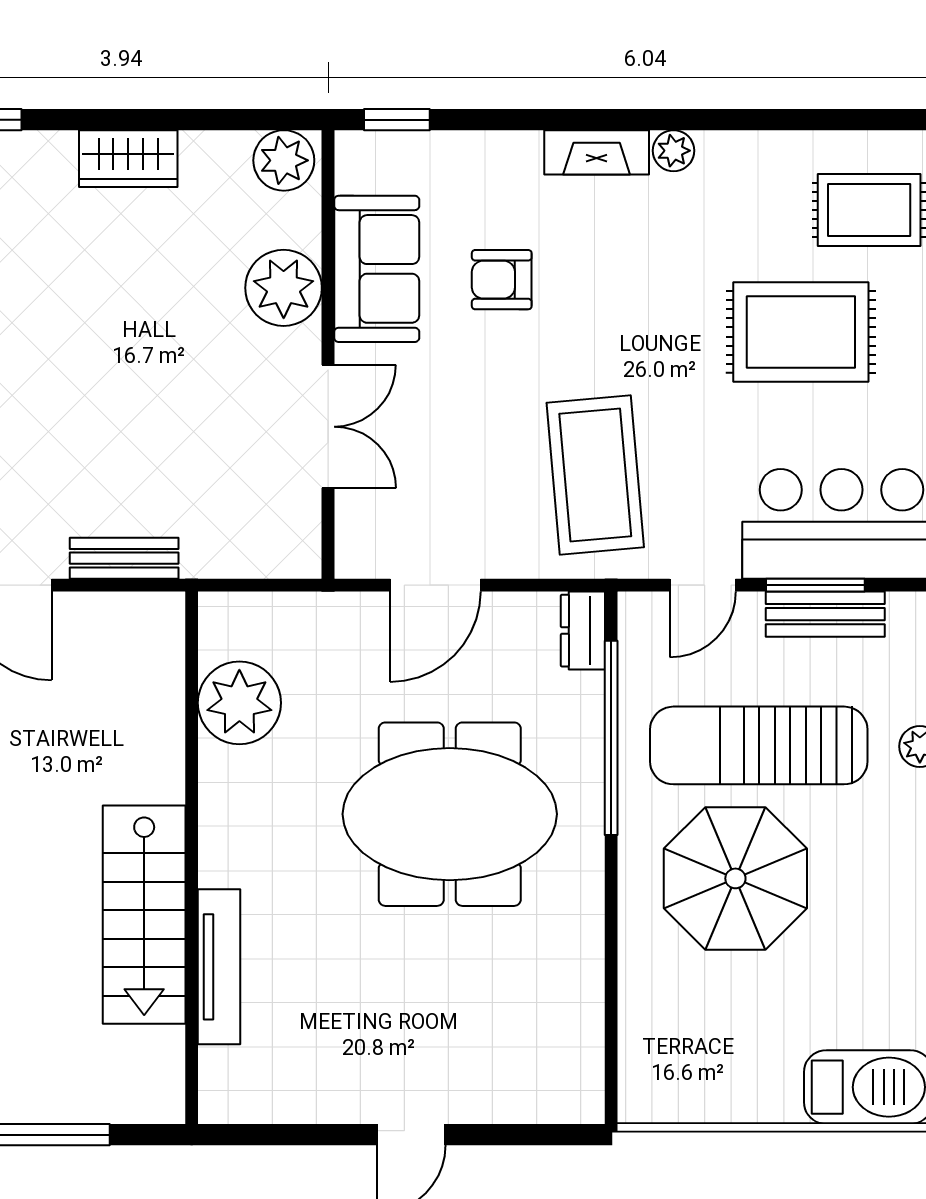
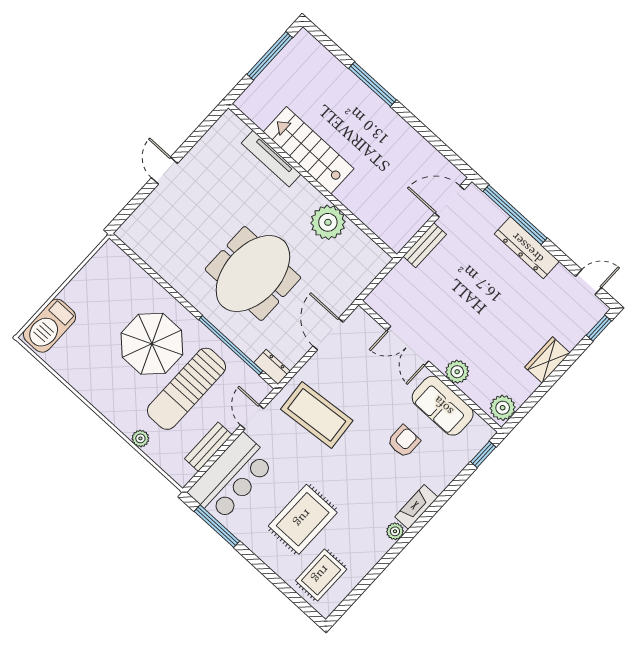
plant: (284, 288) -> (457, 372), width x0.73, depth x0.73
window: (815, 585) -> (220, 452), removed
plant: (239, 703) -> (328, 222), moved
sun lounger: (759, 745) -> (186, 389), turned 180

